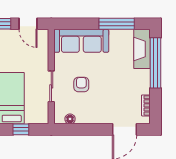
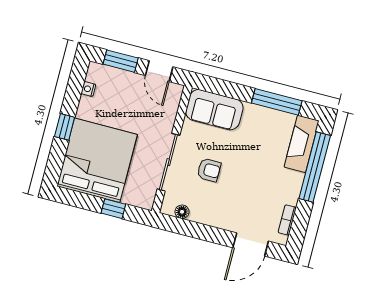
sofa: (81, 41) -> (214, 110), width x0.73
armchair: (81, 84) -> (209, 170), turned 90
sliding door: (51, 86) -> (168, 162), width x1.37

